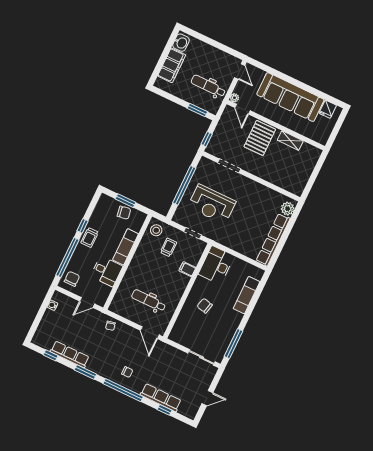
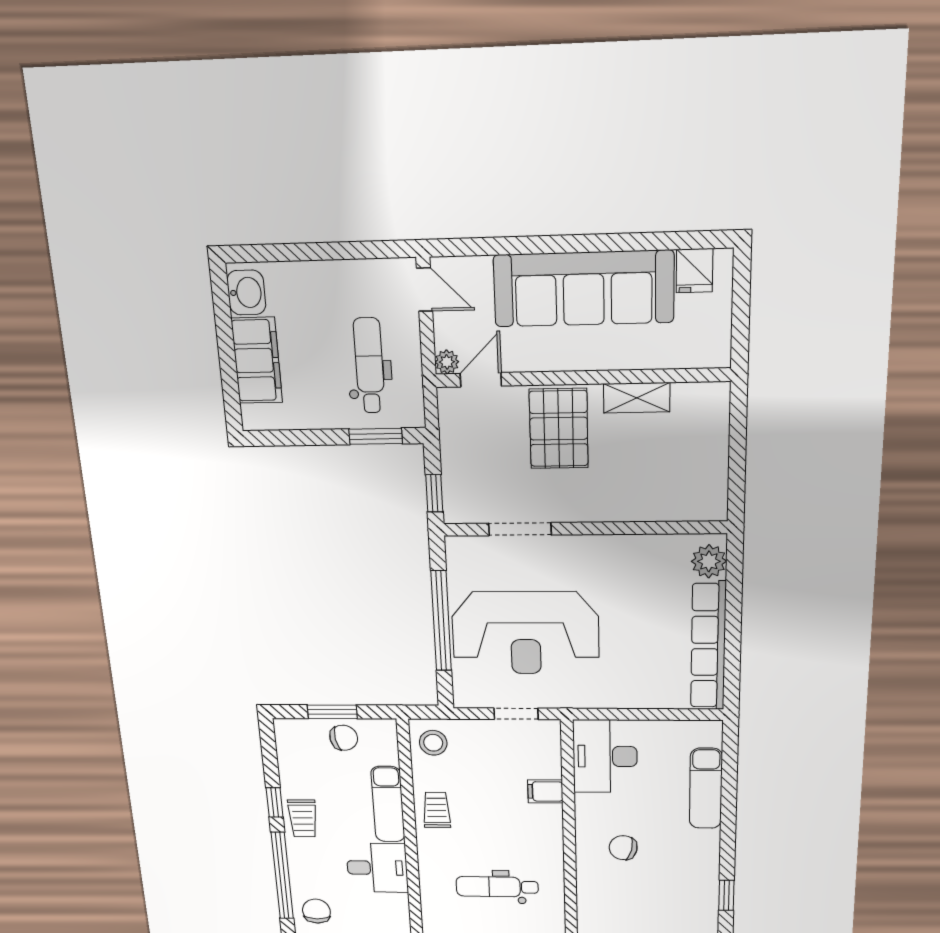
dental chair: (208, 86) -> (369, 366), turned 90
door: (243, 109) -> (481, 380), swing flipped
reception desk: (212, 204) -> (525, 633), width x1.36, depth x1.30
trolley: (168, 247) -> (437, 810), moved
window: (234, 344) -> (726, 895), width x0.46

